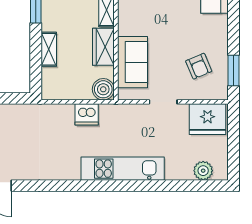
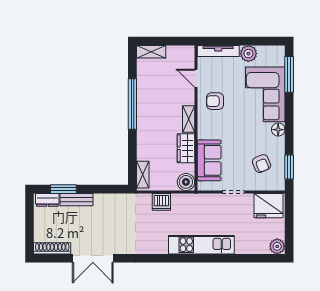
floor lamp: (220, 23) -> (278, 130), added
shelving: (49, 49) -> (143, 175), moved
dishwasher: (87, 114) -> (161, 202), moved
plant: (203, 171) -> (277, 246), moved

